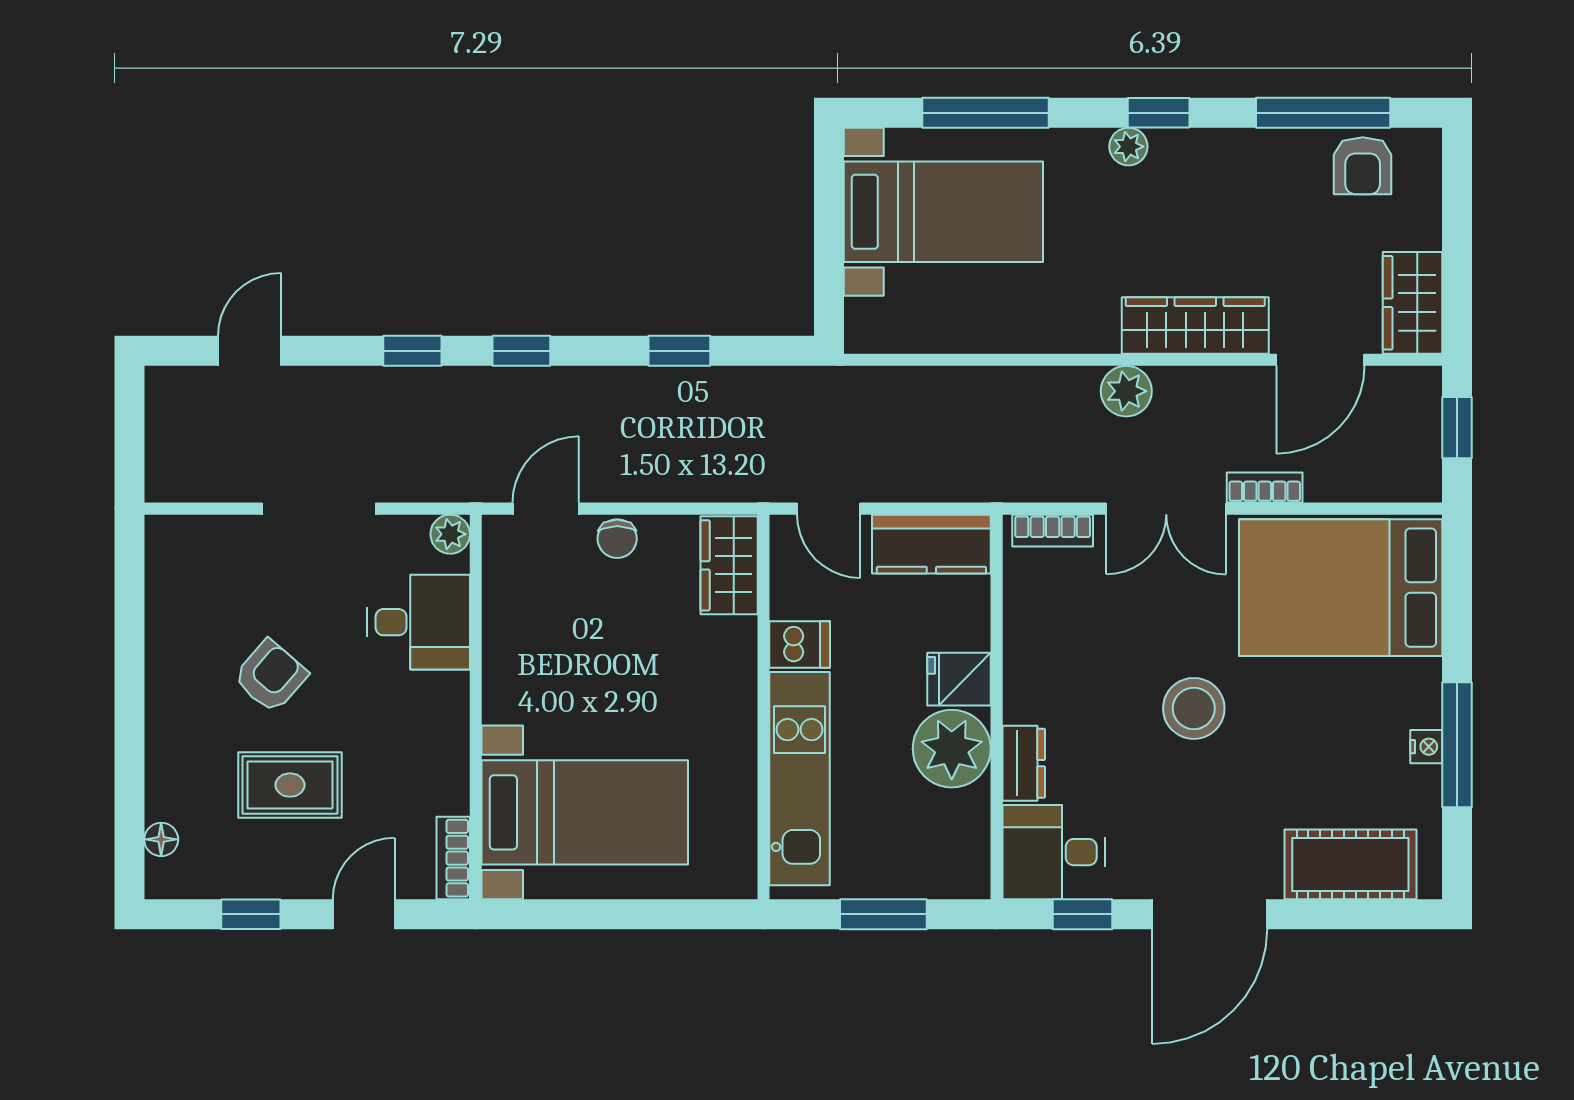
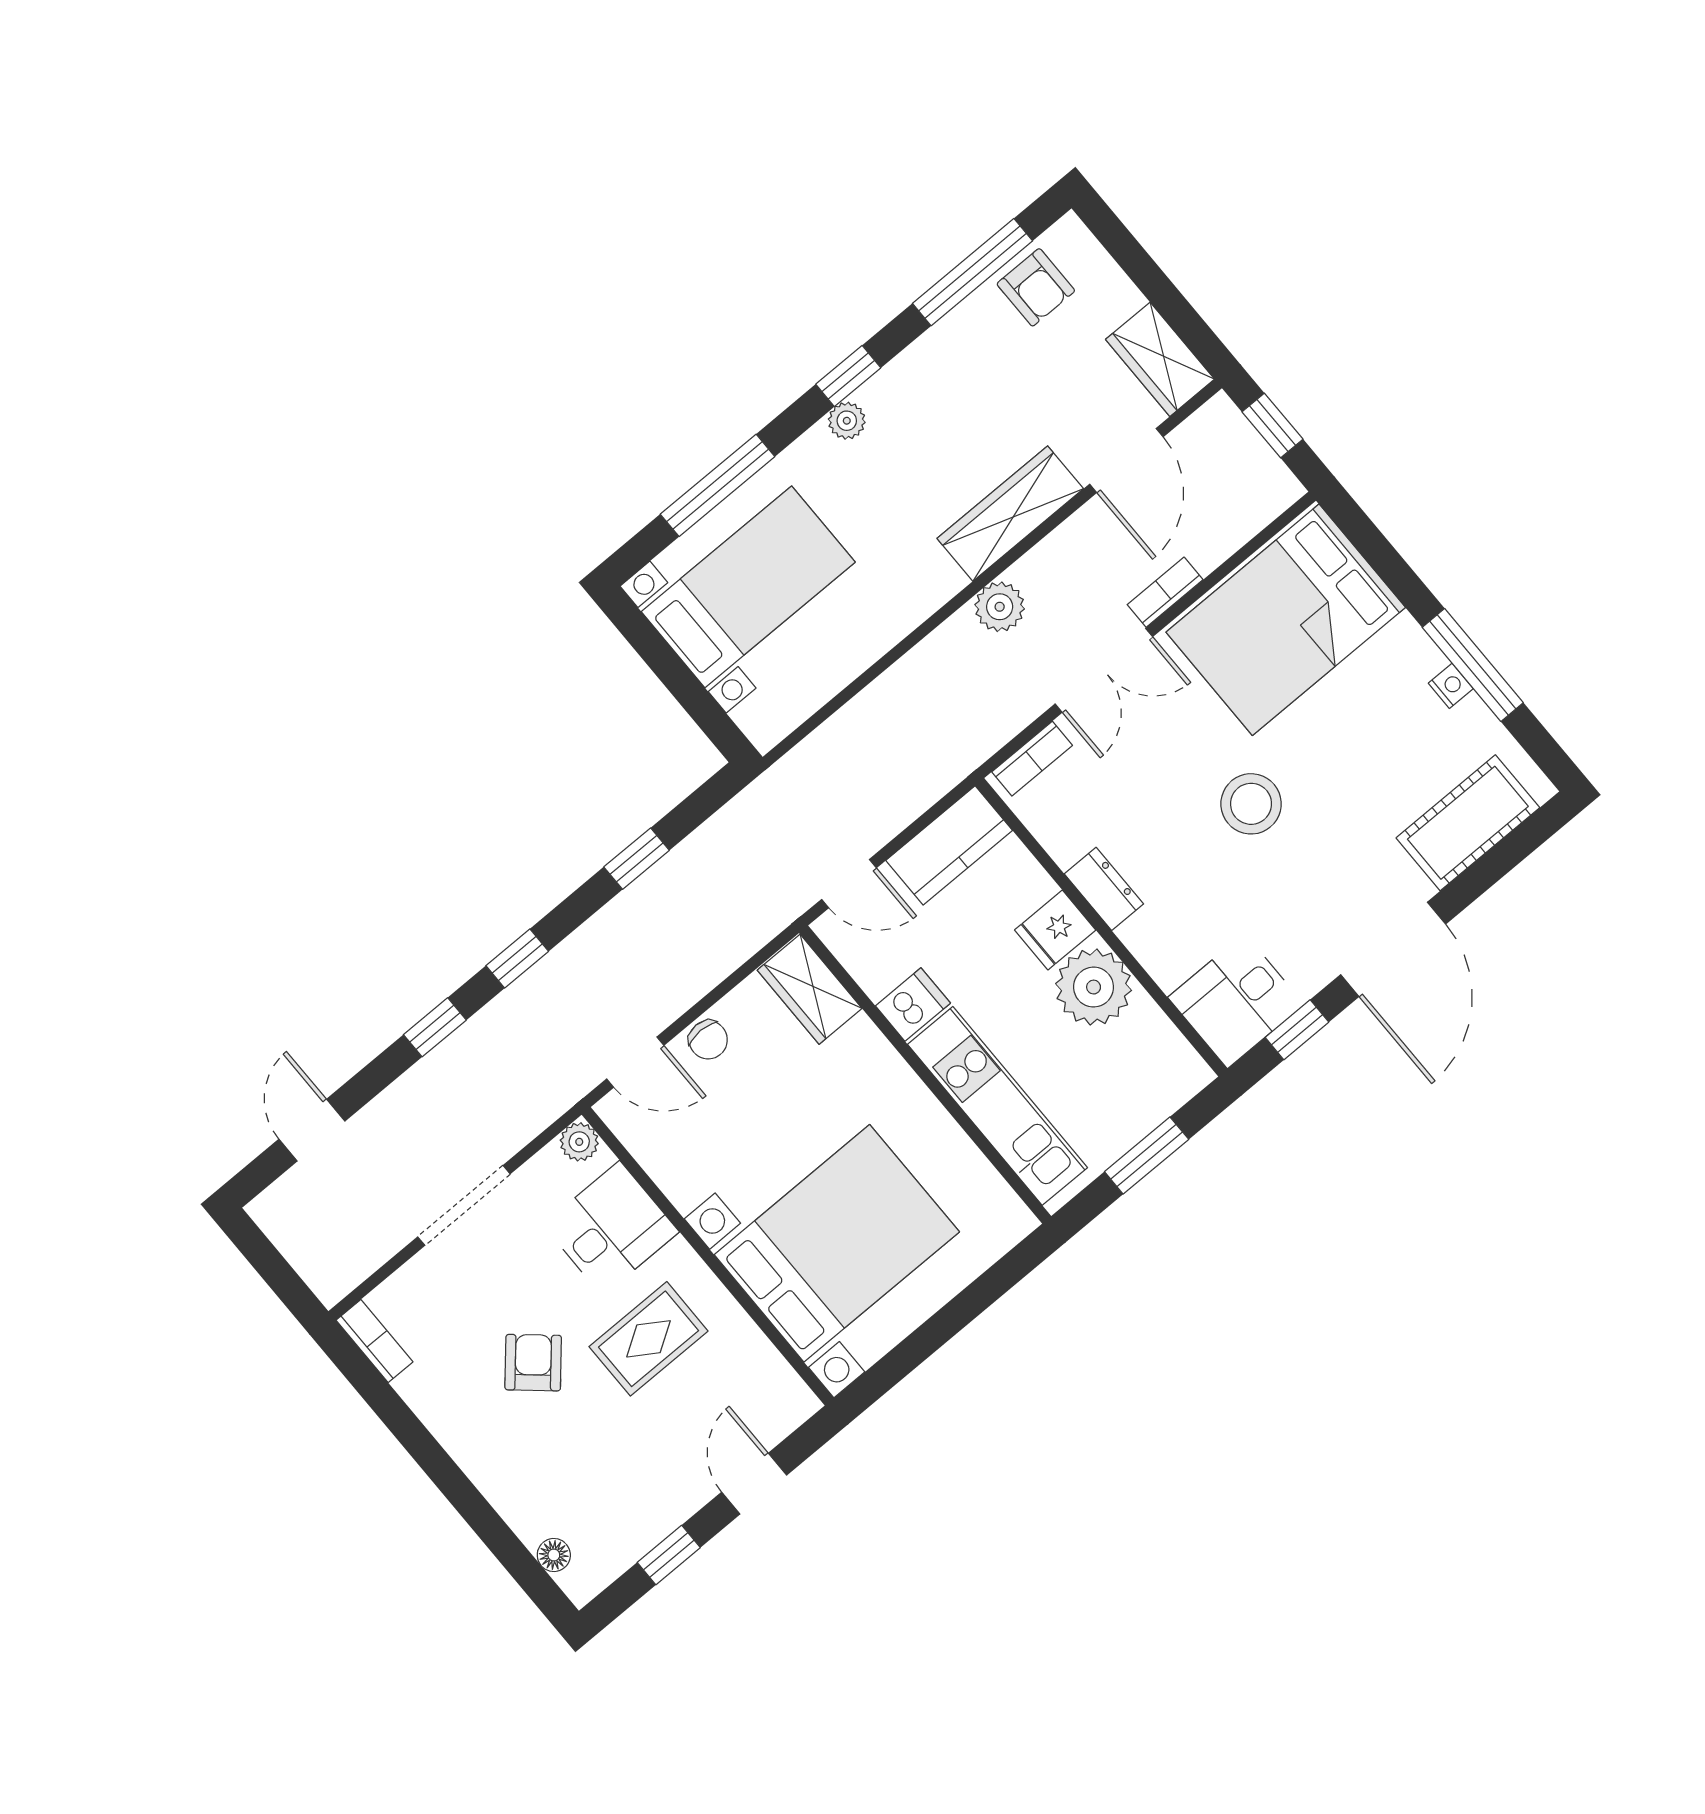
door: (546, 509) -> (635, 1062), swing flipped
dresser: (1024, 763) -> (1104, 889), moved
rug: (290, 785) -> (649, 1339), moved
bed with nightstands: (585, 812) -> (837, 1243), width x1.36
bookcase: (453, 858) -> (374, 1341), moved, turned 180

